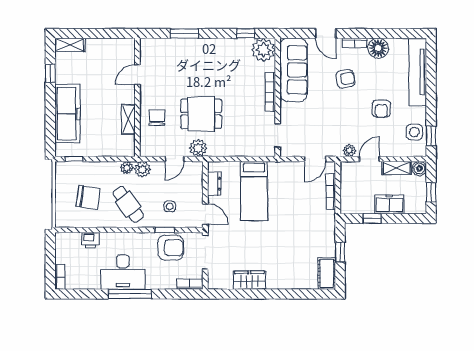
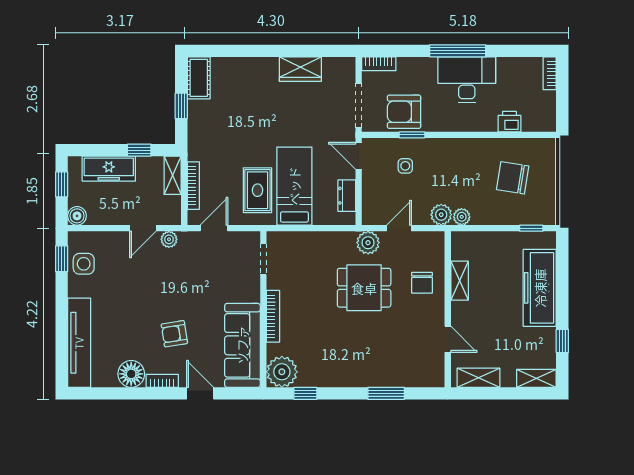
shelving: (114, 45) -> (479, 378), added
door: (137, 75) -> (448, 339), hinge flipped
armchair: (381, 109) -> (127, 294), removed
shelving: (397, 168) -> (173, 175), moved, turned 90
rug: (282, 188) -> (257, 190), added
cafe table: (128, 204) -> (460, 169), removed
freezer: (389, 204) -> (109, 169), width x1.40

